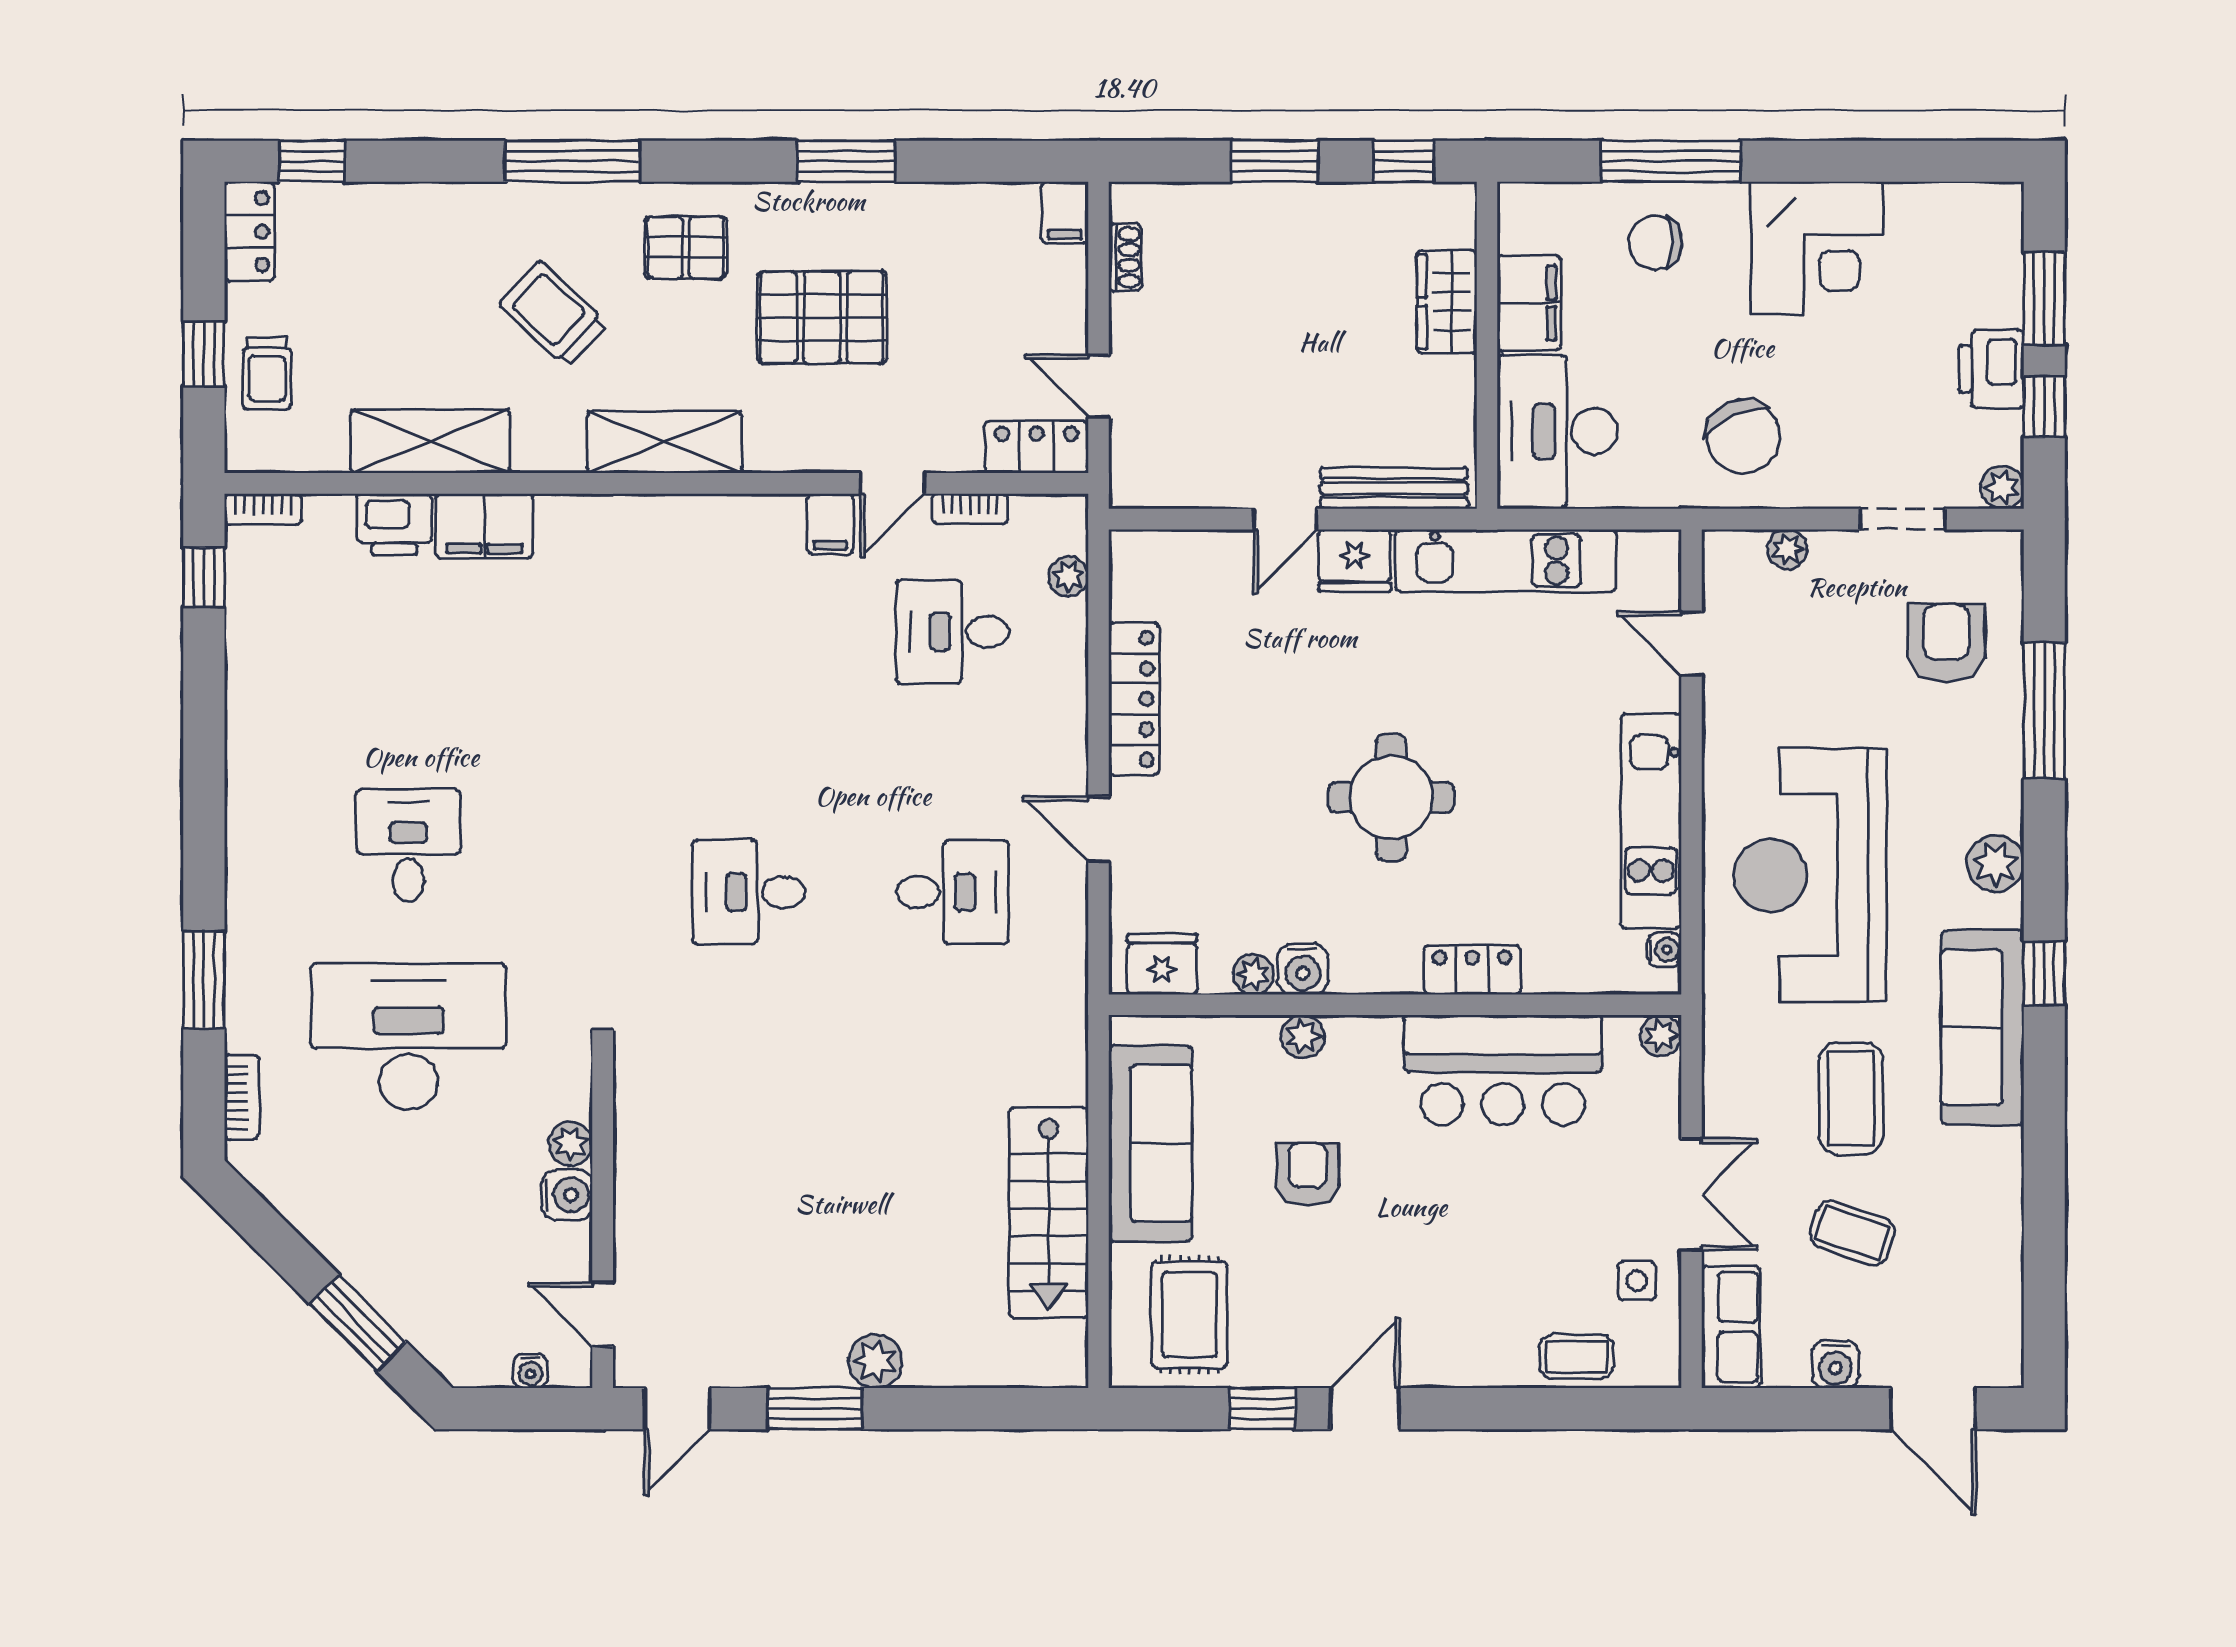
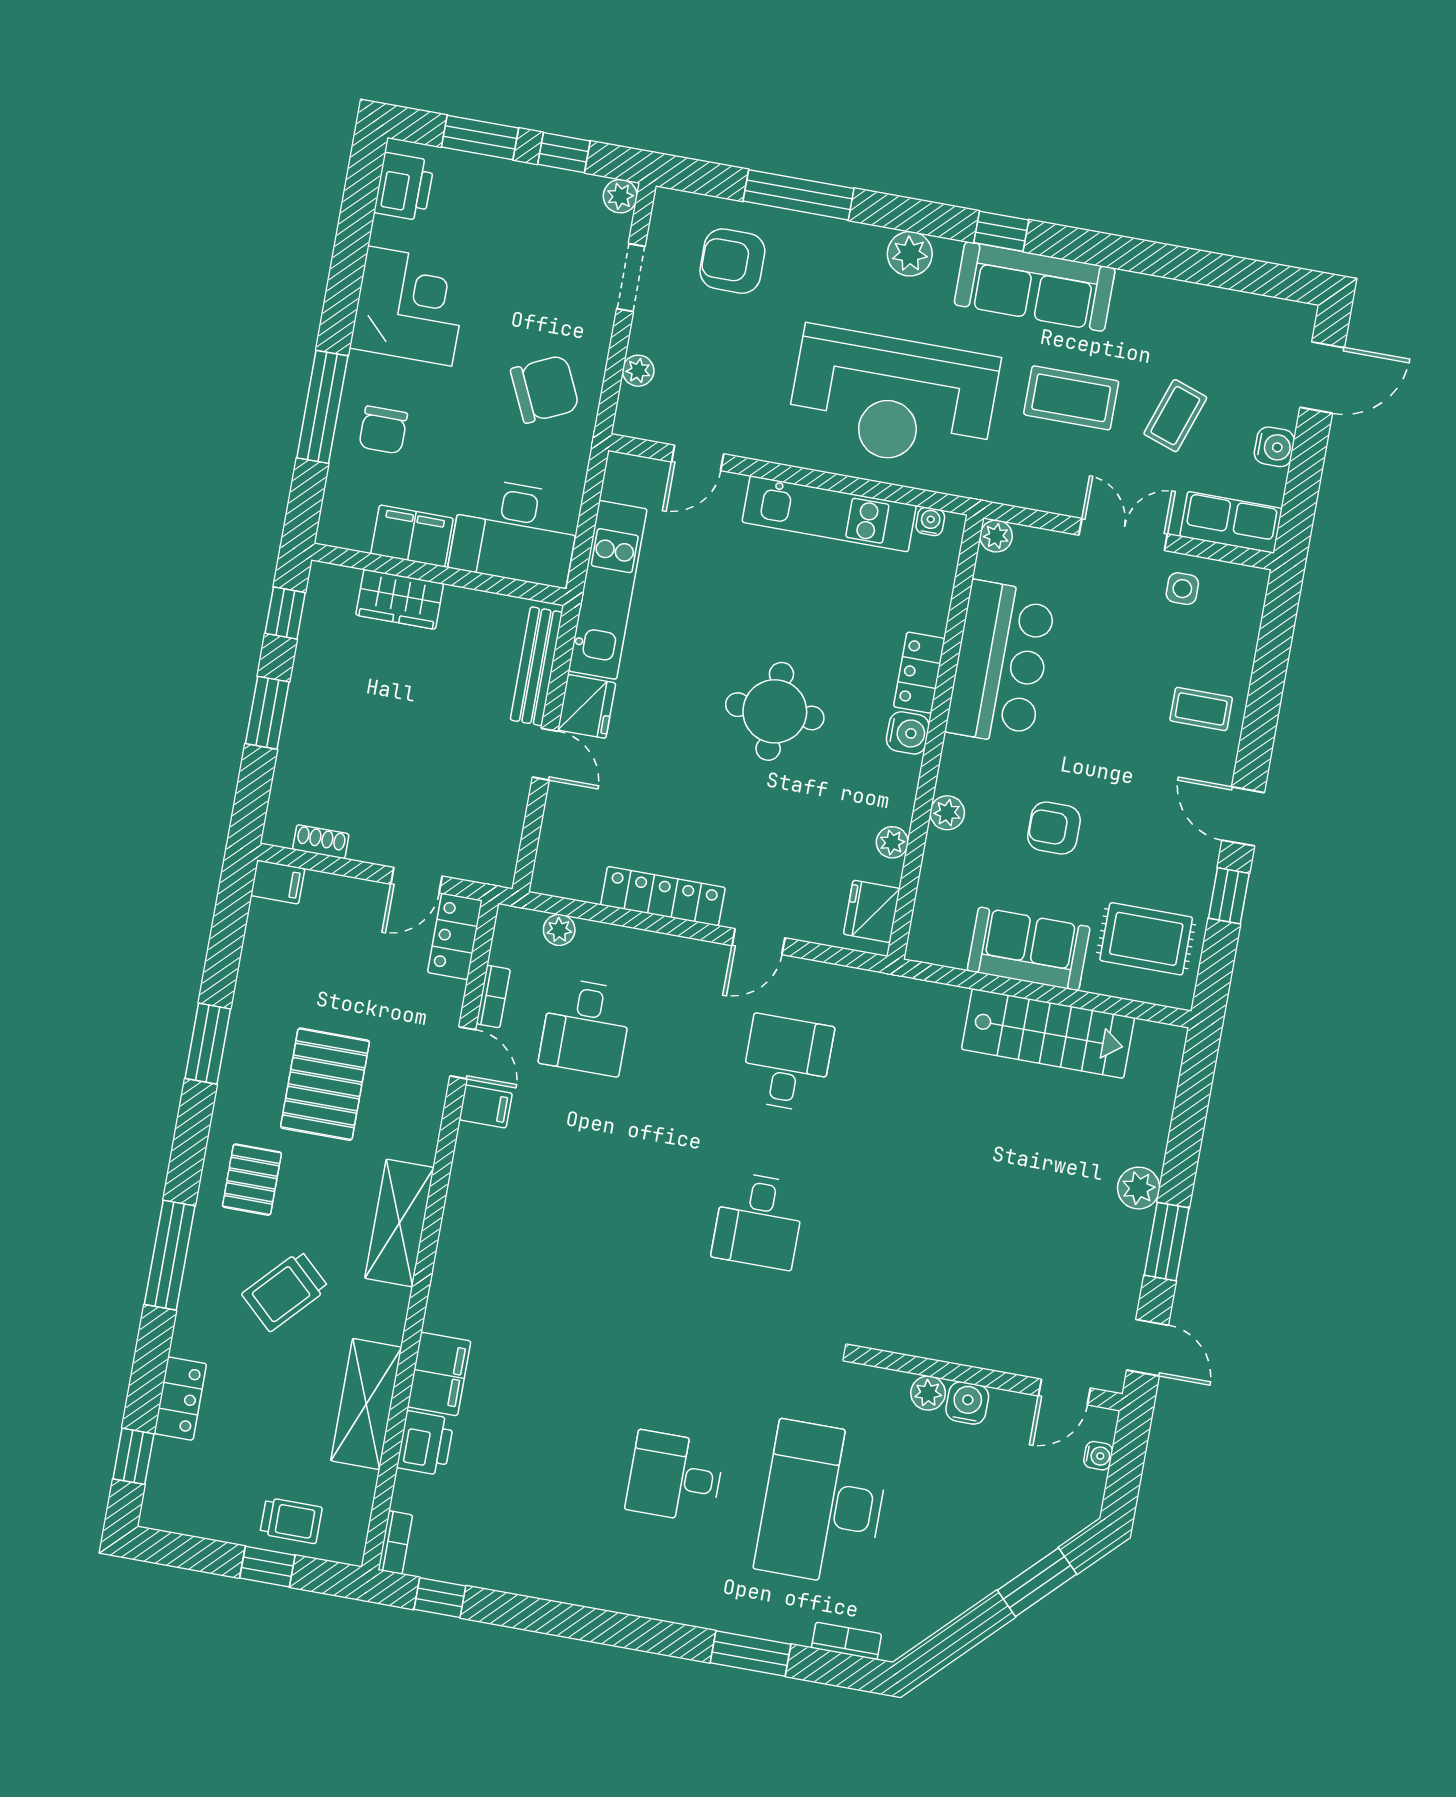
locker: (250, 232) -> (180, 1399), moved, turned 90
printer: (1991, 369) -> (404, 187), moved, turned -90
water cooler: (1303, 969) -> (908, 733), moved
sofa: (1150, 1143) -> (1029, 949), width x0.73
coffee table: (1577, 1357) -> (1201, 709), moved, turned 90

